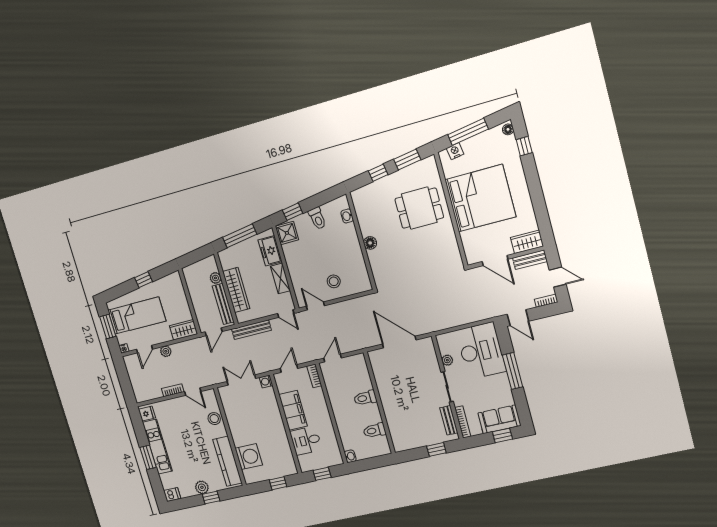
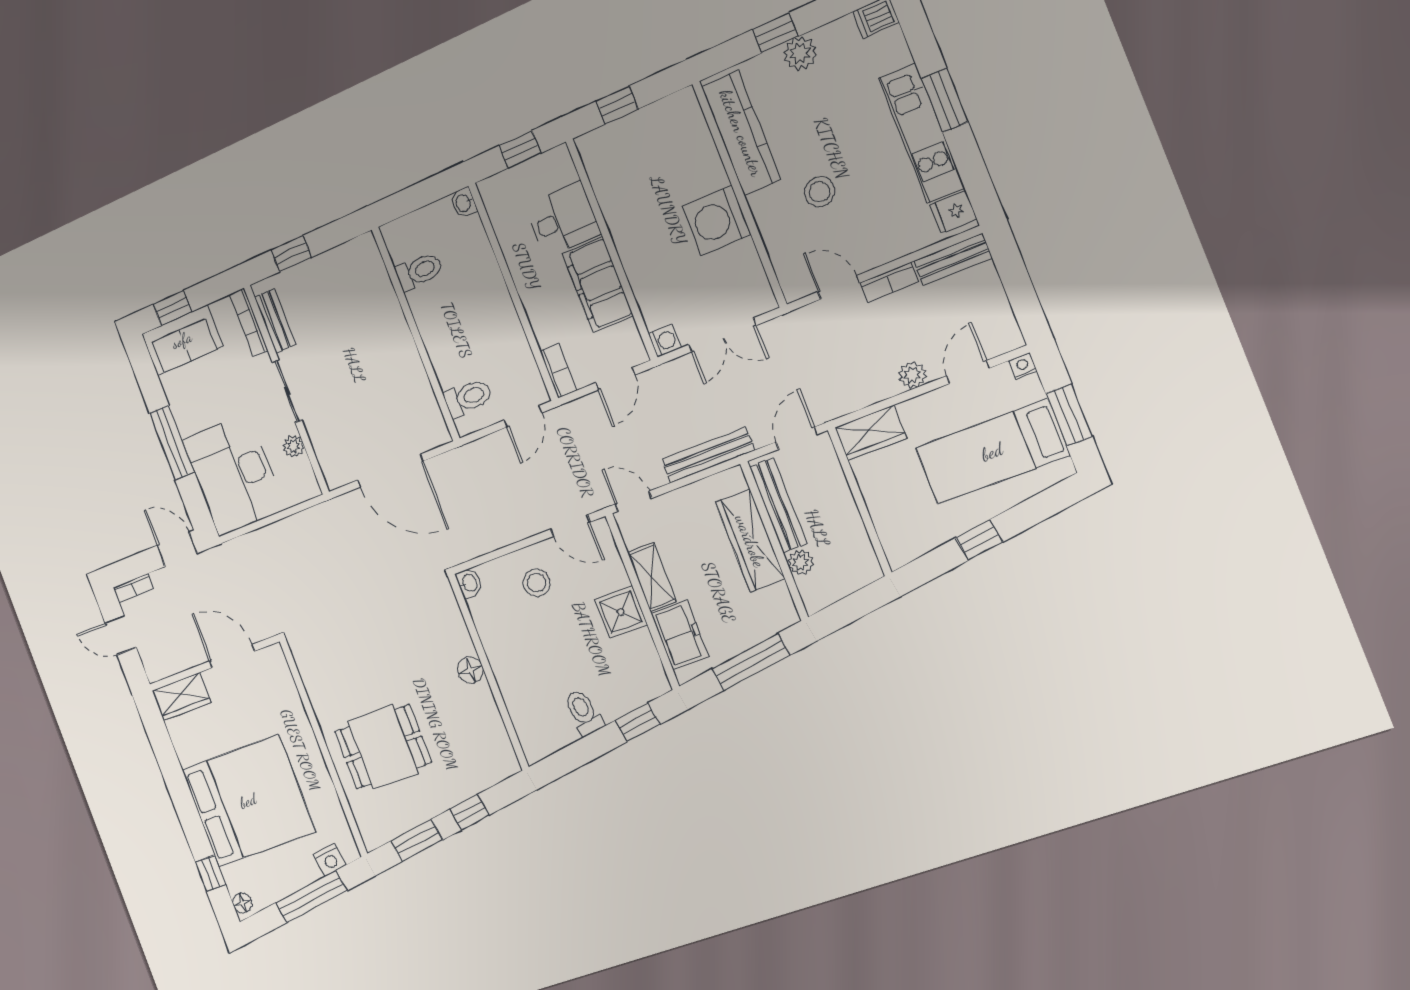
bed: (480, 198) -> (248, 801), moved, turned 180
washbasin: (347, 216) -> (469, 583), moved
shower: (287, 233) -> (621, 612), moved
bench: (530, 260) -> (953, 260), moved
toilet: (365, 398) -> (468, 398), moved
stool: (214, 419) -> (820, 192), moved
washing machine: (249, 457) -> (717, 220), moved

